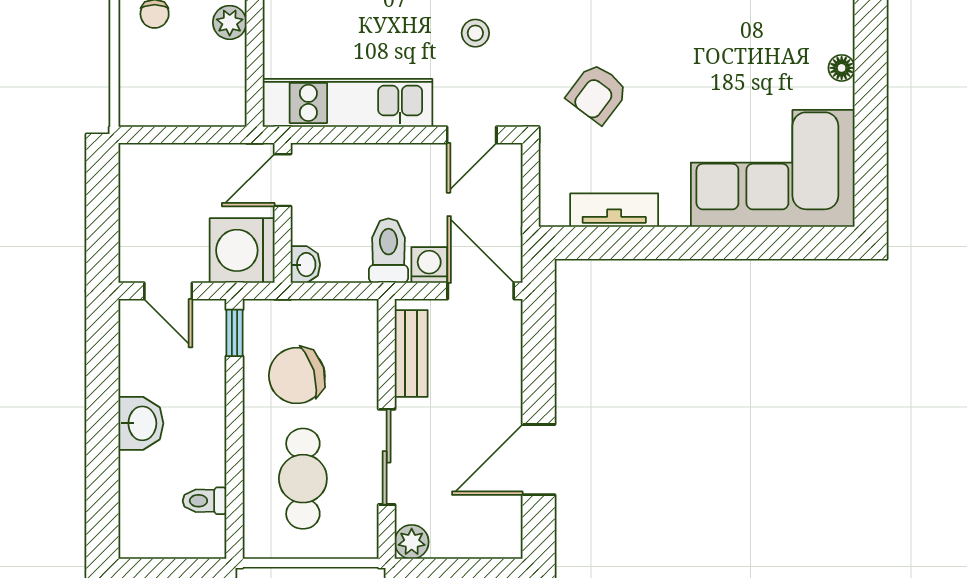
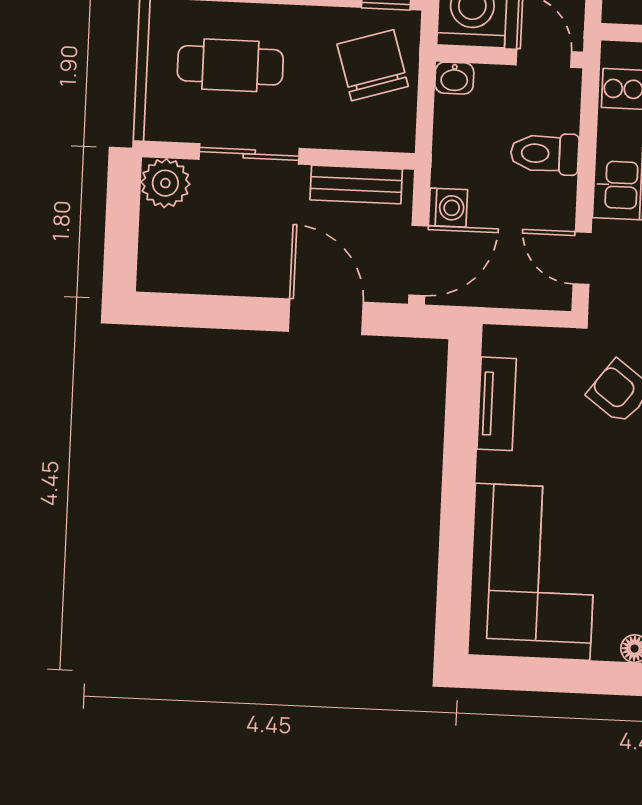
toilet: (388, 251) -> (545, 154), moved, turned 180
chair: (297, 376) -> (373, 65), moved
door: (539, 460) -> (326, 317), moved
plant: (412, 542) -> (165, 183), width x1.38, depth x1.38

